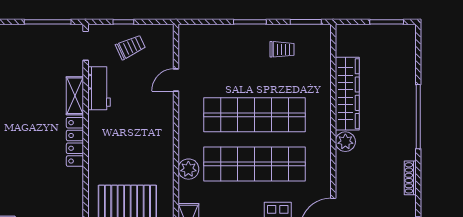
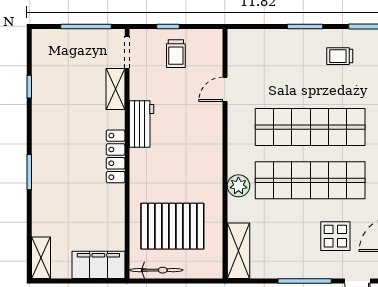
trolley: (131, 47) -> (176, 54), turned 115
trolley: (282, 49) -> (340, 56), turned 180
workbench: (99, 88) -> (142, 124), moved
shelving: (75, 96) -> (115, 89), moved

